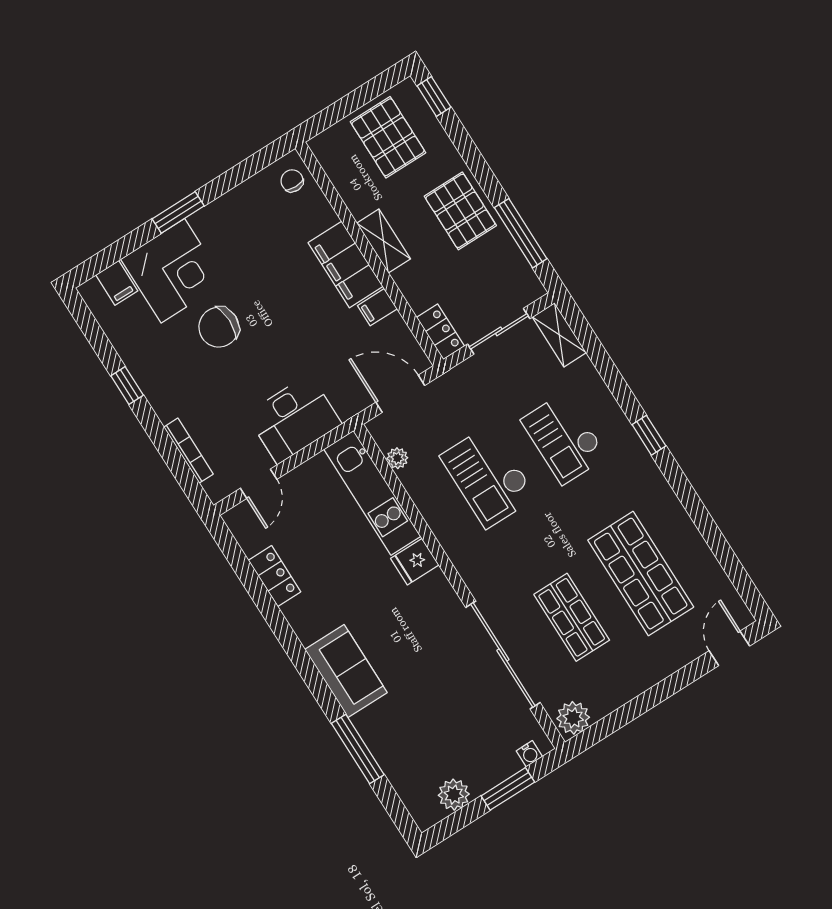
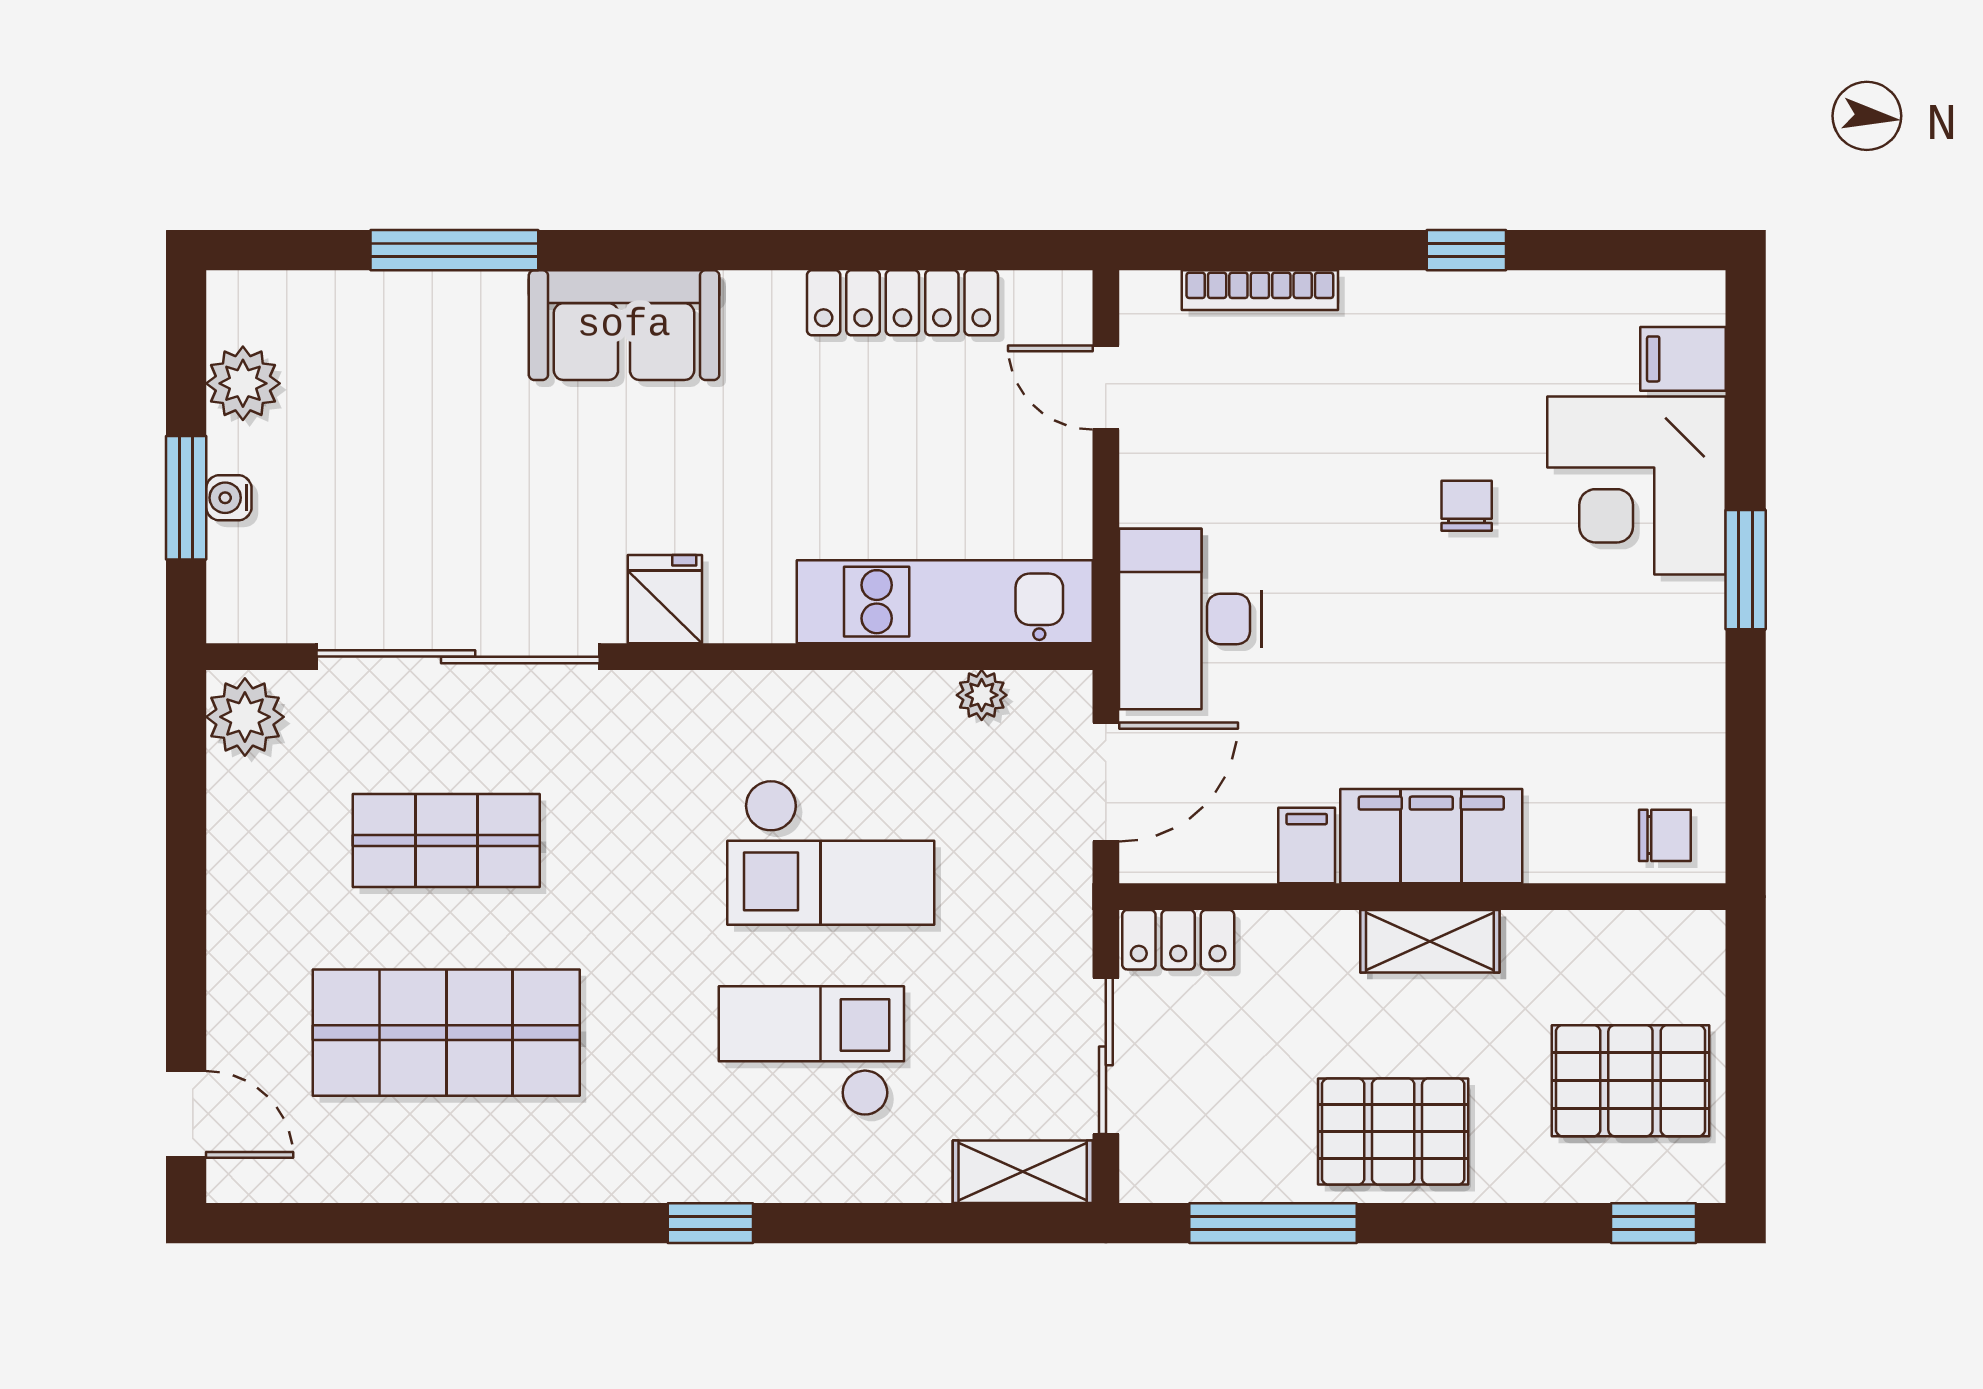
chair: (219, 327) -> (1467, 506), width x0.54, depth x0.54
desk: (294, 419) -> (1190, 619), moved
checkout: (488, 477) -> (831, 852), turned 180
fridge: (415, 562) -> (665, 599), moved
locker: (275, 576) -> (902, 303), width x1.53
water cooler: (529, 754) -> (229, 498), moved

